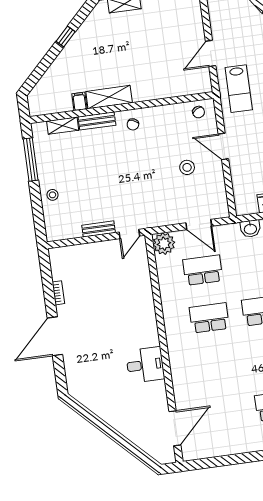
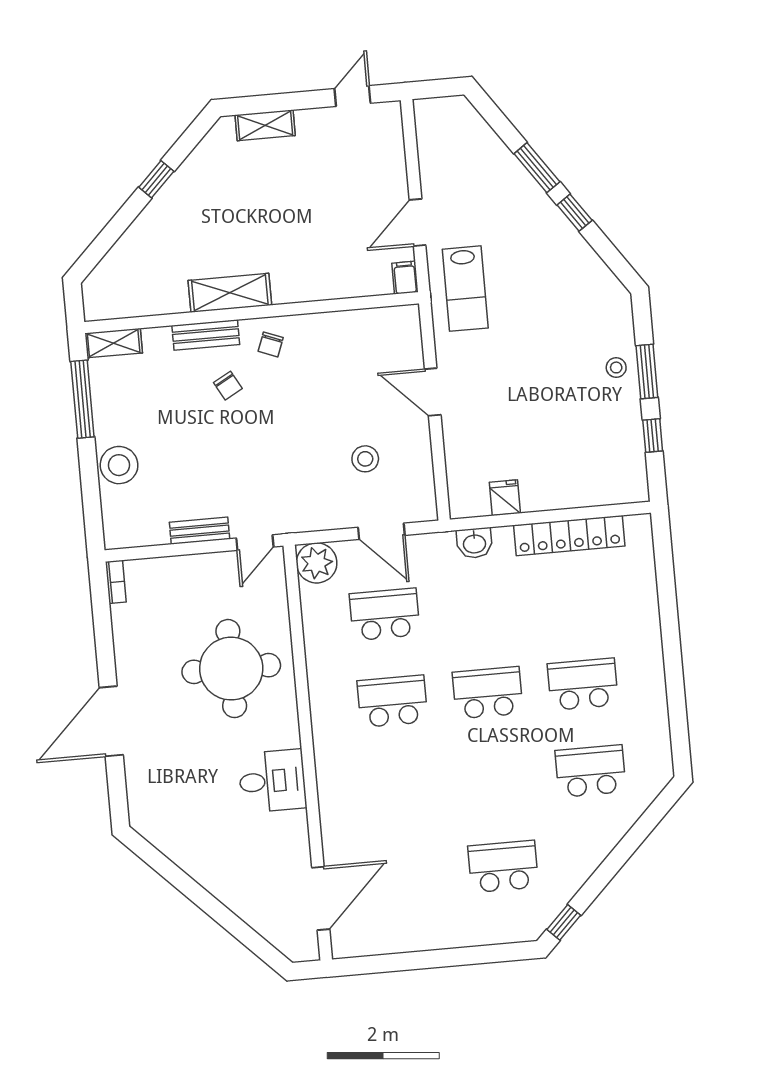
filing cabinet: (79, 101) -> (405, 278), moved
chair: (199, 112) -> (228, 386), moved
shelving: (63, 126) -> (114, 343), moved
stool: (187, 167) -> (365, 459), moved
stool: (53, 195) -> (119, 465), width x1.89, depth x1.89
bookcase: (58, 293) -> (116, 582), moved
round table: (120, 304) -> (231, 669), added

